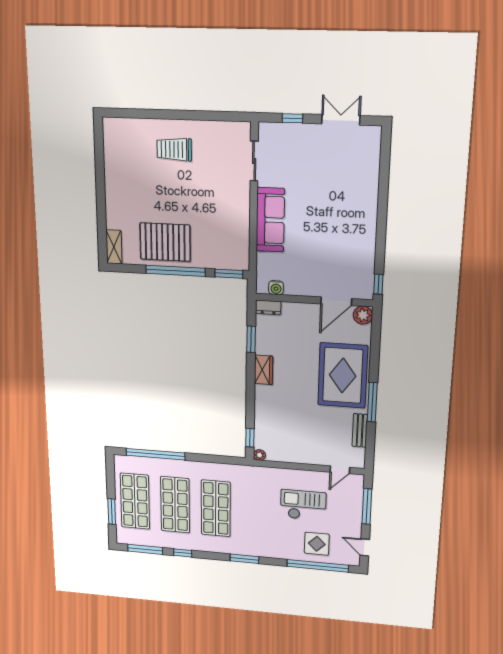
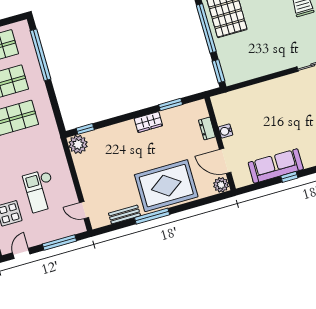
sofa: (270, 220) -> (276, 166), moved, turned 180
window: (378, 284) -> (289, 177), moved
water cooler: (276, 288) -> (226, 131), moved
dresser: (268, 307) -> (207, 128), moved
plant: (259, 455) -> (78, 144), width x1.88, depth x1.88
checkout: (303, 505) -> (41, 191), turned 180

